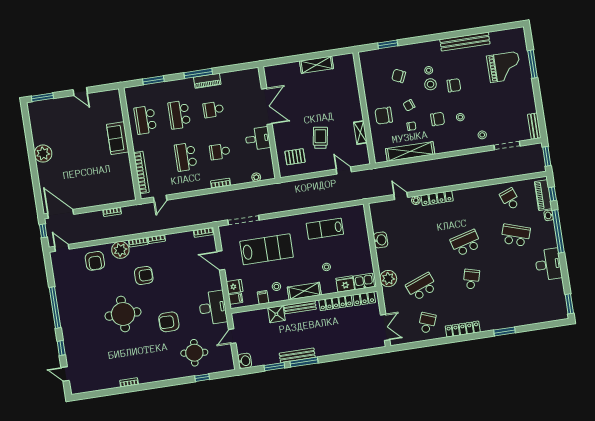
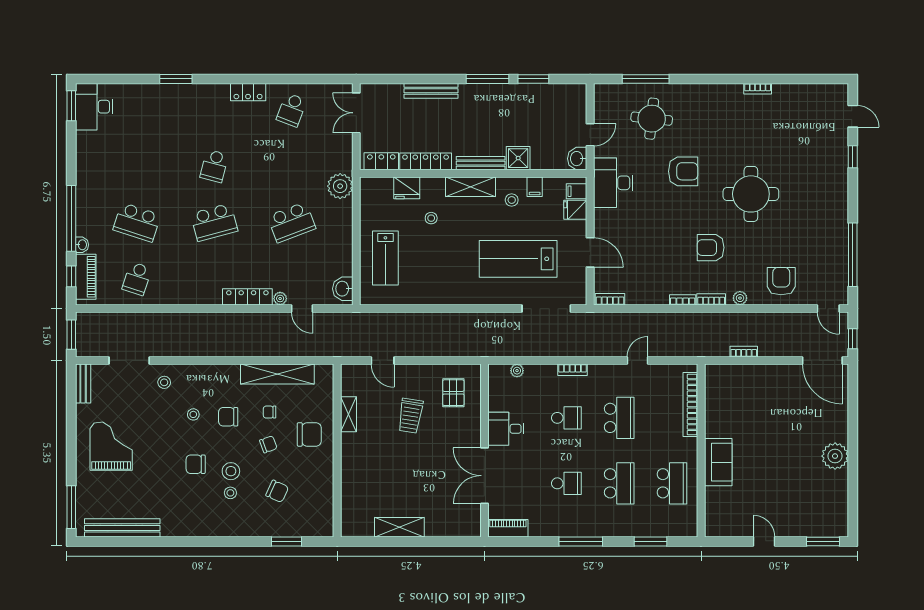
bench: (465, 42) -> (122, 528), moved
window: (533, 64) -> (71, 507), moved
grand piano: (504, 67) -> (111, 446), moved, turned 90
piano: (207, 81) -> (508, 528), moved
pallet: (295, 157) -> (453, 393), turned 90
door: (160, 199) -> (637, 360), moved
school desk: (510, 199) -> (137, 279), turned 39
lab bench: (325, 229) -> (385, 258), moved, turned 90
washbasin: (381, 240) -> (343, 289), moved
plant: (120, 250) -> (740, 298), width x0.53, depth x0.53
desk: (548, 264) -> (94, 107), moved
kitchen sink: (364, 281) -> (378, 188), removed
school desk: (422, 287) -> (292, 222), moved
window: (55, 308) -> (853, 255), moved
locker: (463, 329) -> (248, 92), width x0.66
bench: (297, 355) -> (431, 91), moved
washbasin: (245, 361) -> (577, 159), moved
window: (202, 378) -> (646, 79), width x2.17

